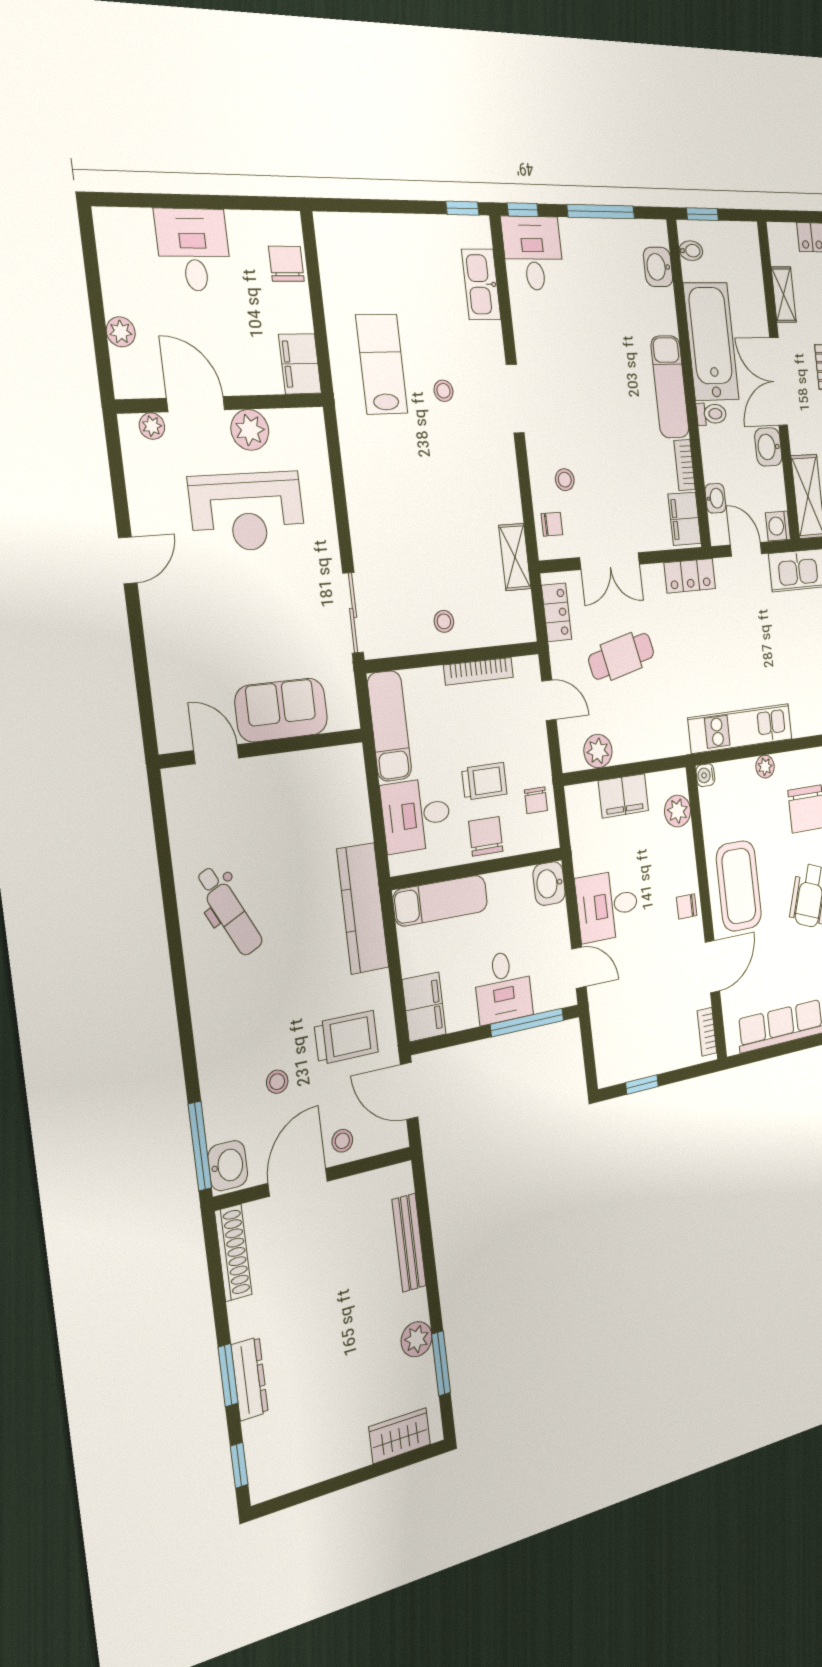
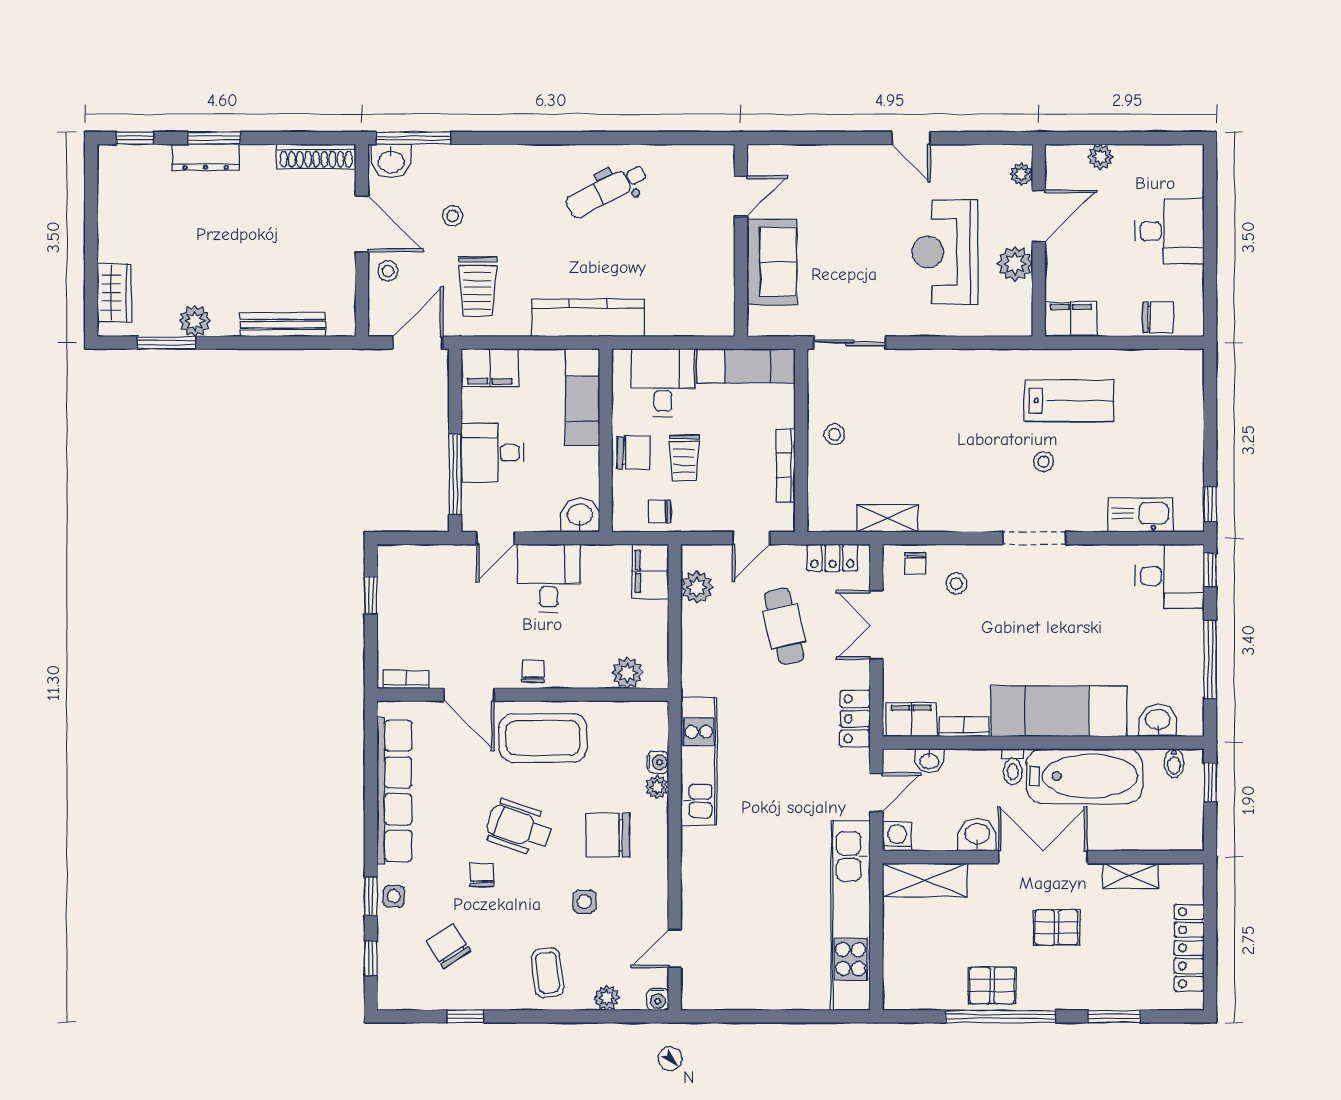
exam couch: (670, 387) -> (1059, 711), width x1.36, depth x1.45
water cooler: (705, 775) -> (658, 762), moved, turned 90
filing cabinet: (624, 796) -> (650, 571), moved

